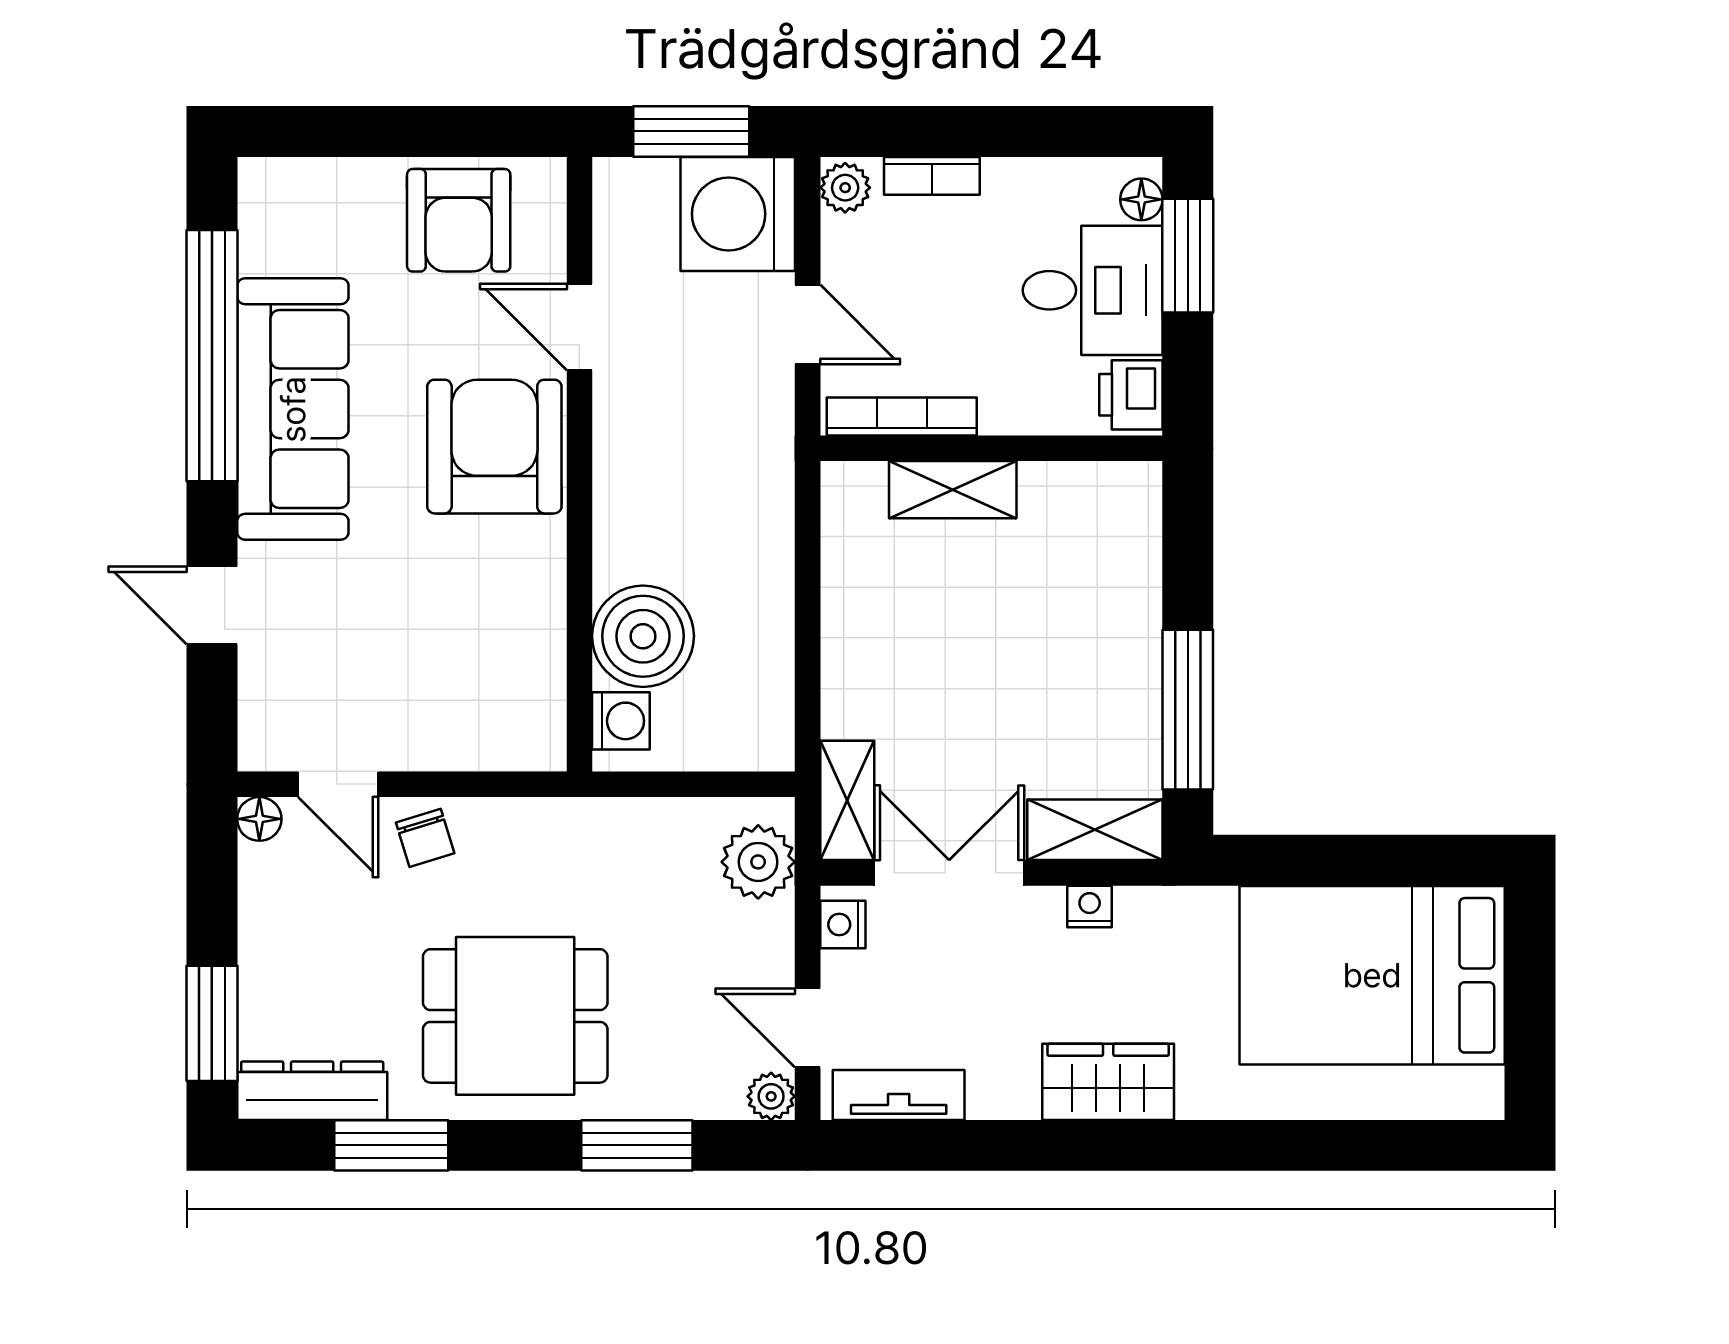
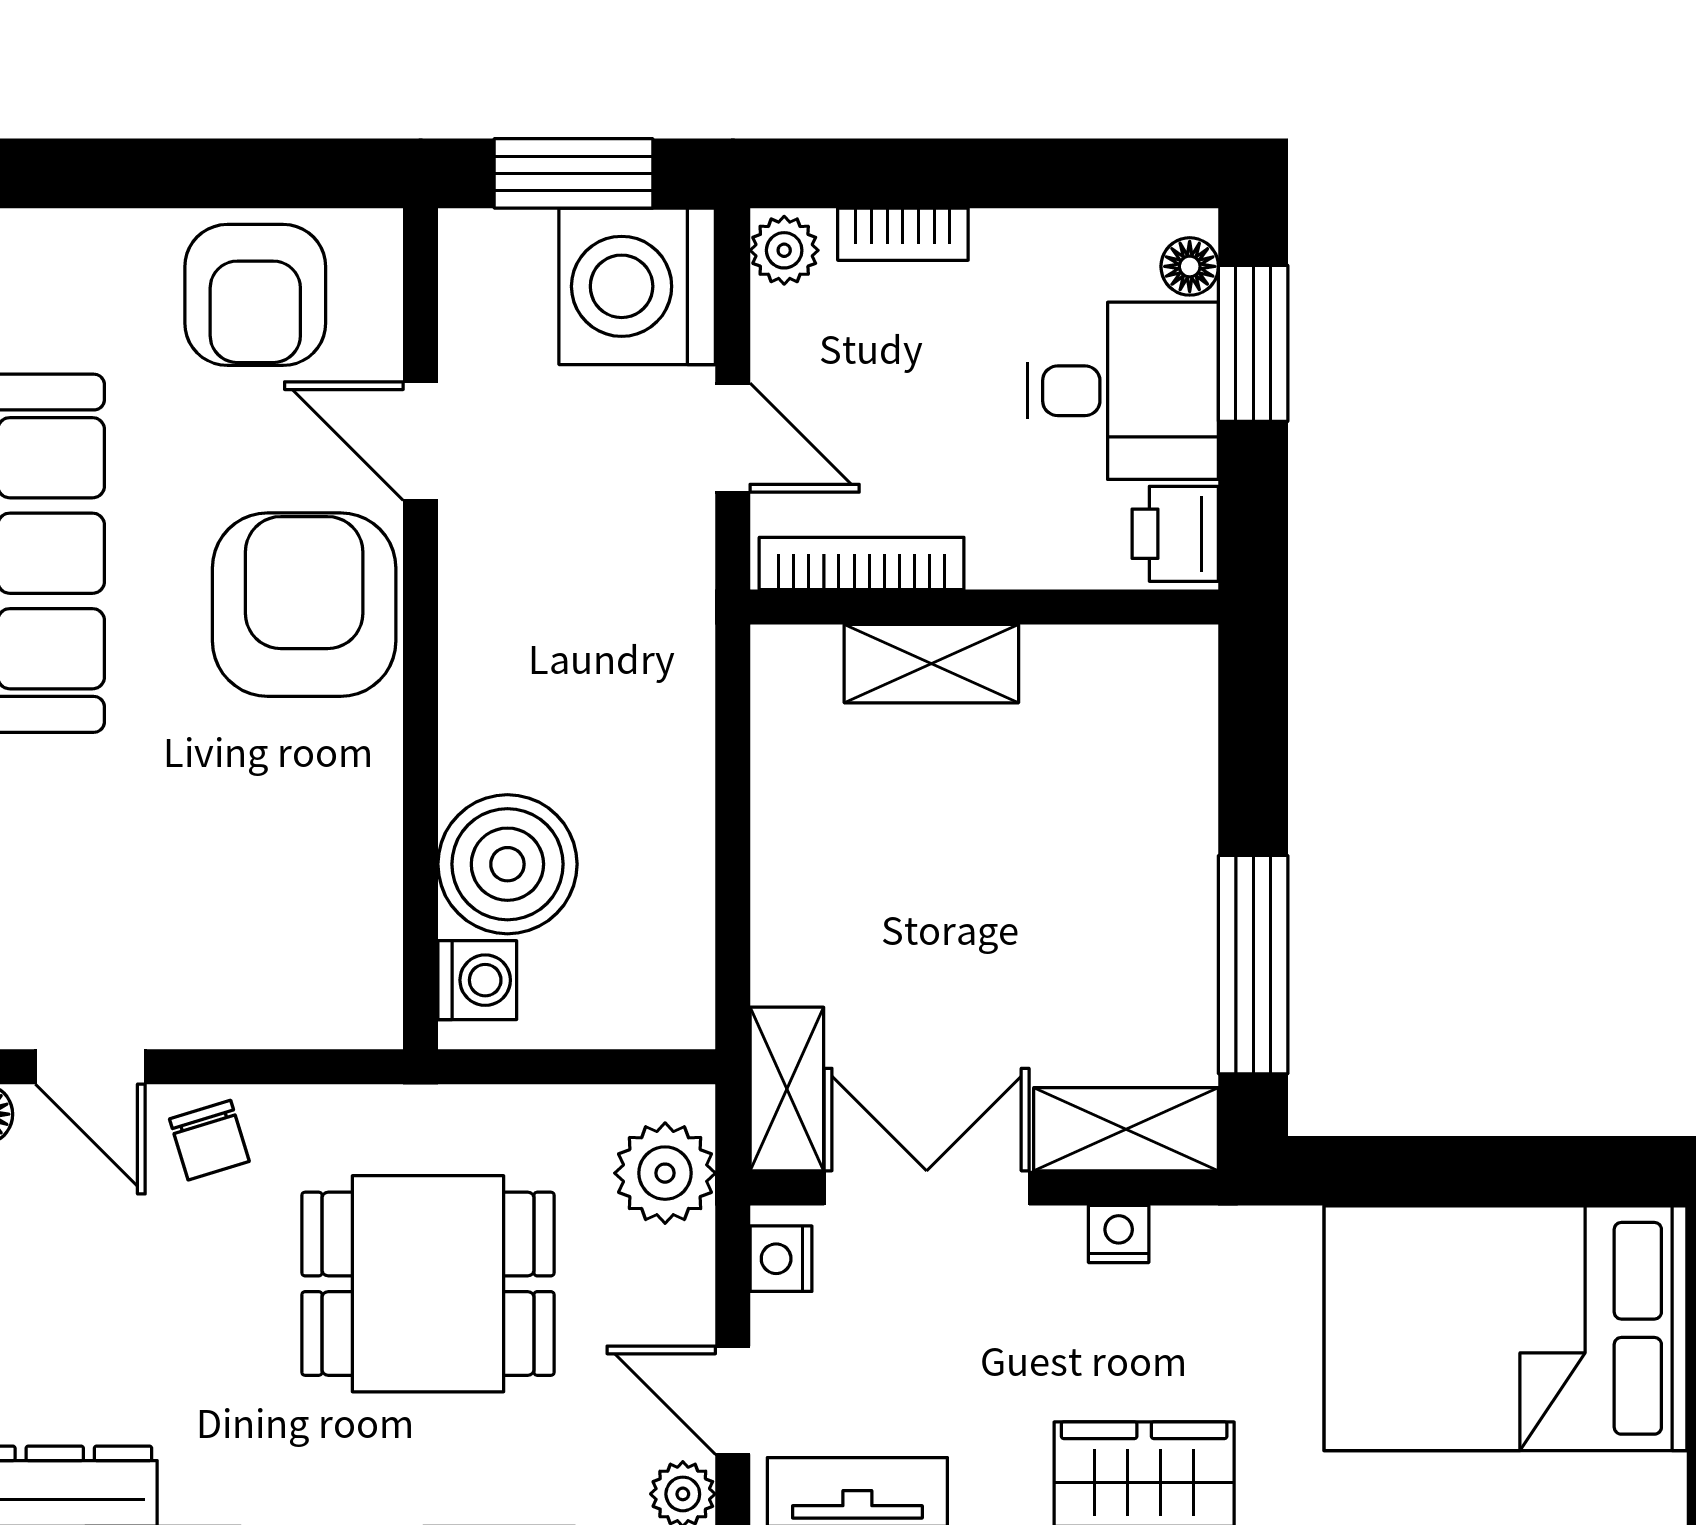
dining table: (515, 1016) -> (428, 1284), moved

